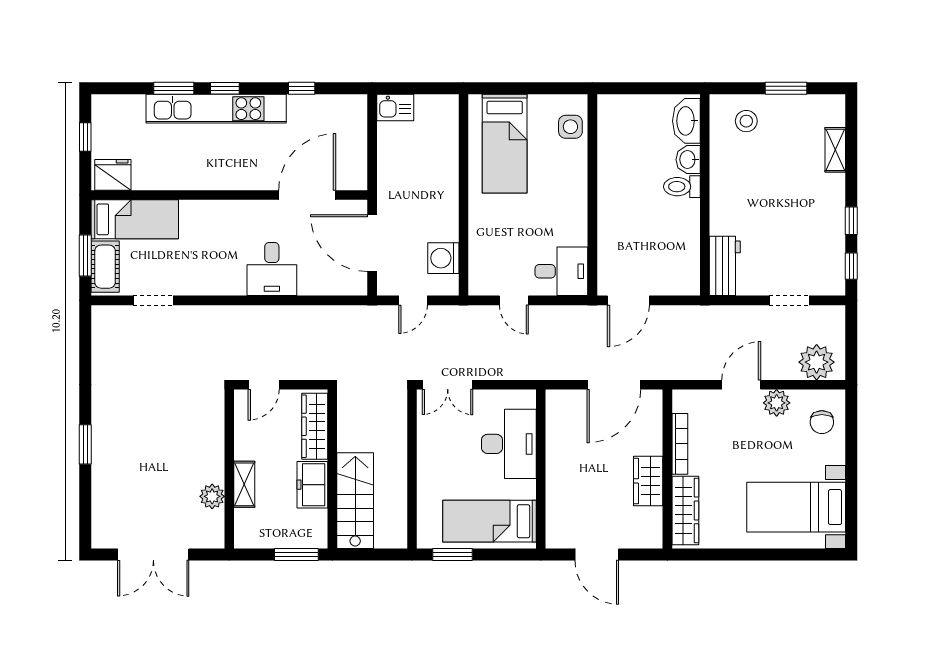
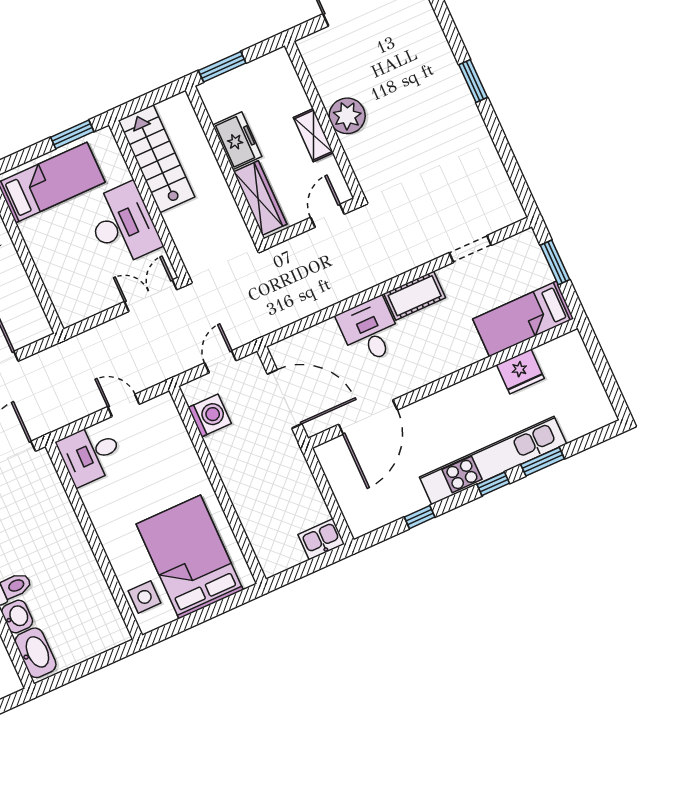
window: (85, 137) -> (607, 376), removed
bed: (505, 144) -> (190, 557), width x1.50
fridge: (113, 175) -> (520, 372), moved
cot: (105, 267) -> (415, 296), moved, turned 90
desk: (509, 444) -> (123, 225), moved, turned 180
shelving: (244, 484) -> (313, 135), moved
plant: (212, 496) -> (347, 116), moved, width x1.36, depth x1.36
stairs: (355, 501) -> (156, 159), moved, turned 180

